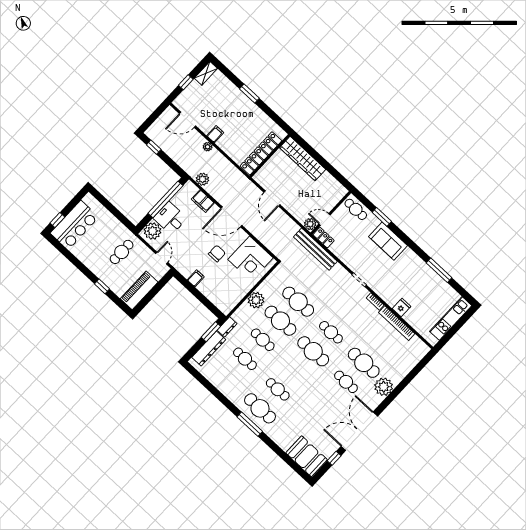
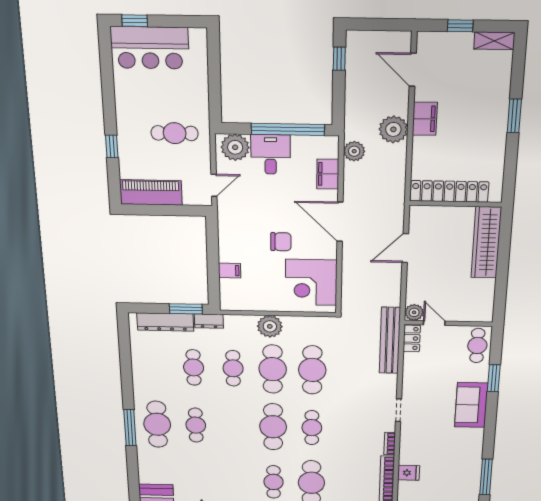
filing cabinet: (215, 134) -> (425, 119), width x2.00
plant: (208, 147) -> (393, 129), width x1.87, depth x1.87
filing cabinet: (196, 278) -> (230, 271), moved

